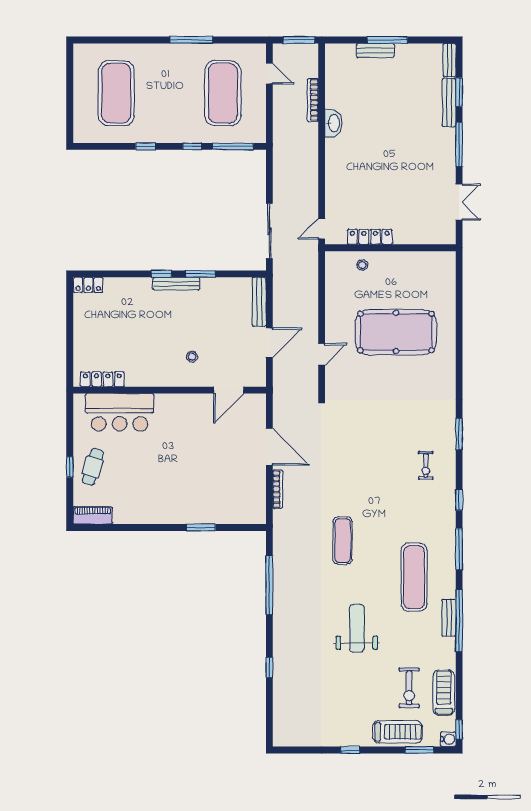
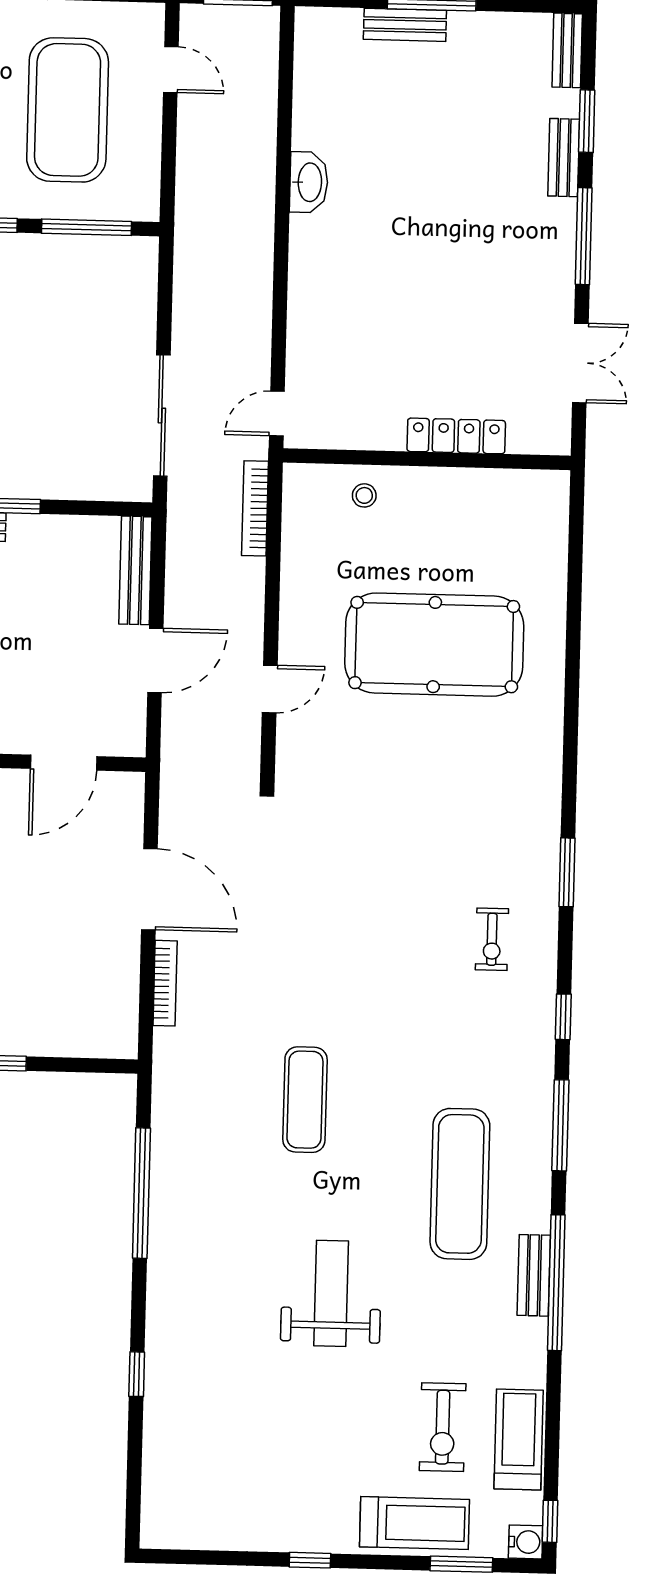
bookcase: (313, 100) -> (255, 508), moved
bench: (449, 102) -> (564, 158), width x0.73
locker: (370, 237) -> (456, 436), moved

